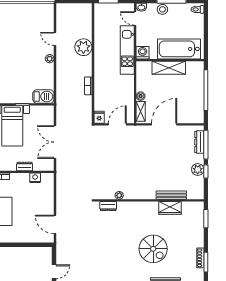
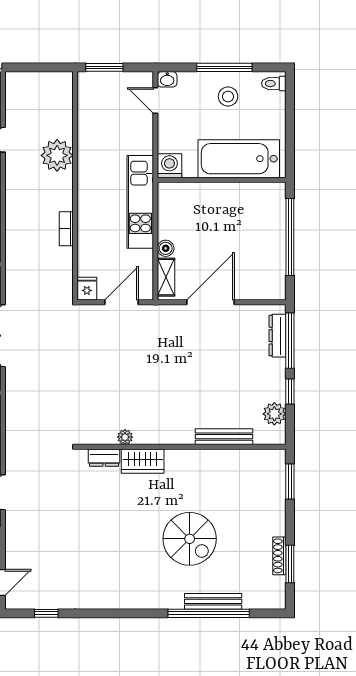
stool: (162, 9) -> (228, 96), moved
kitchen unit: (127, 50) -> (140, 202), moved
shelving: (169, 68) -> (219, 194), removed
plant: (198, 170) -> (274, 414), moved
wardrobe: (170, 208) -> (143, 461), moved

